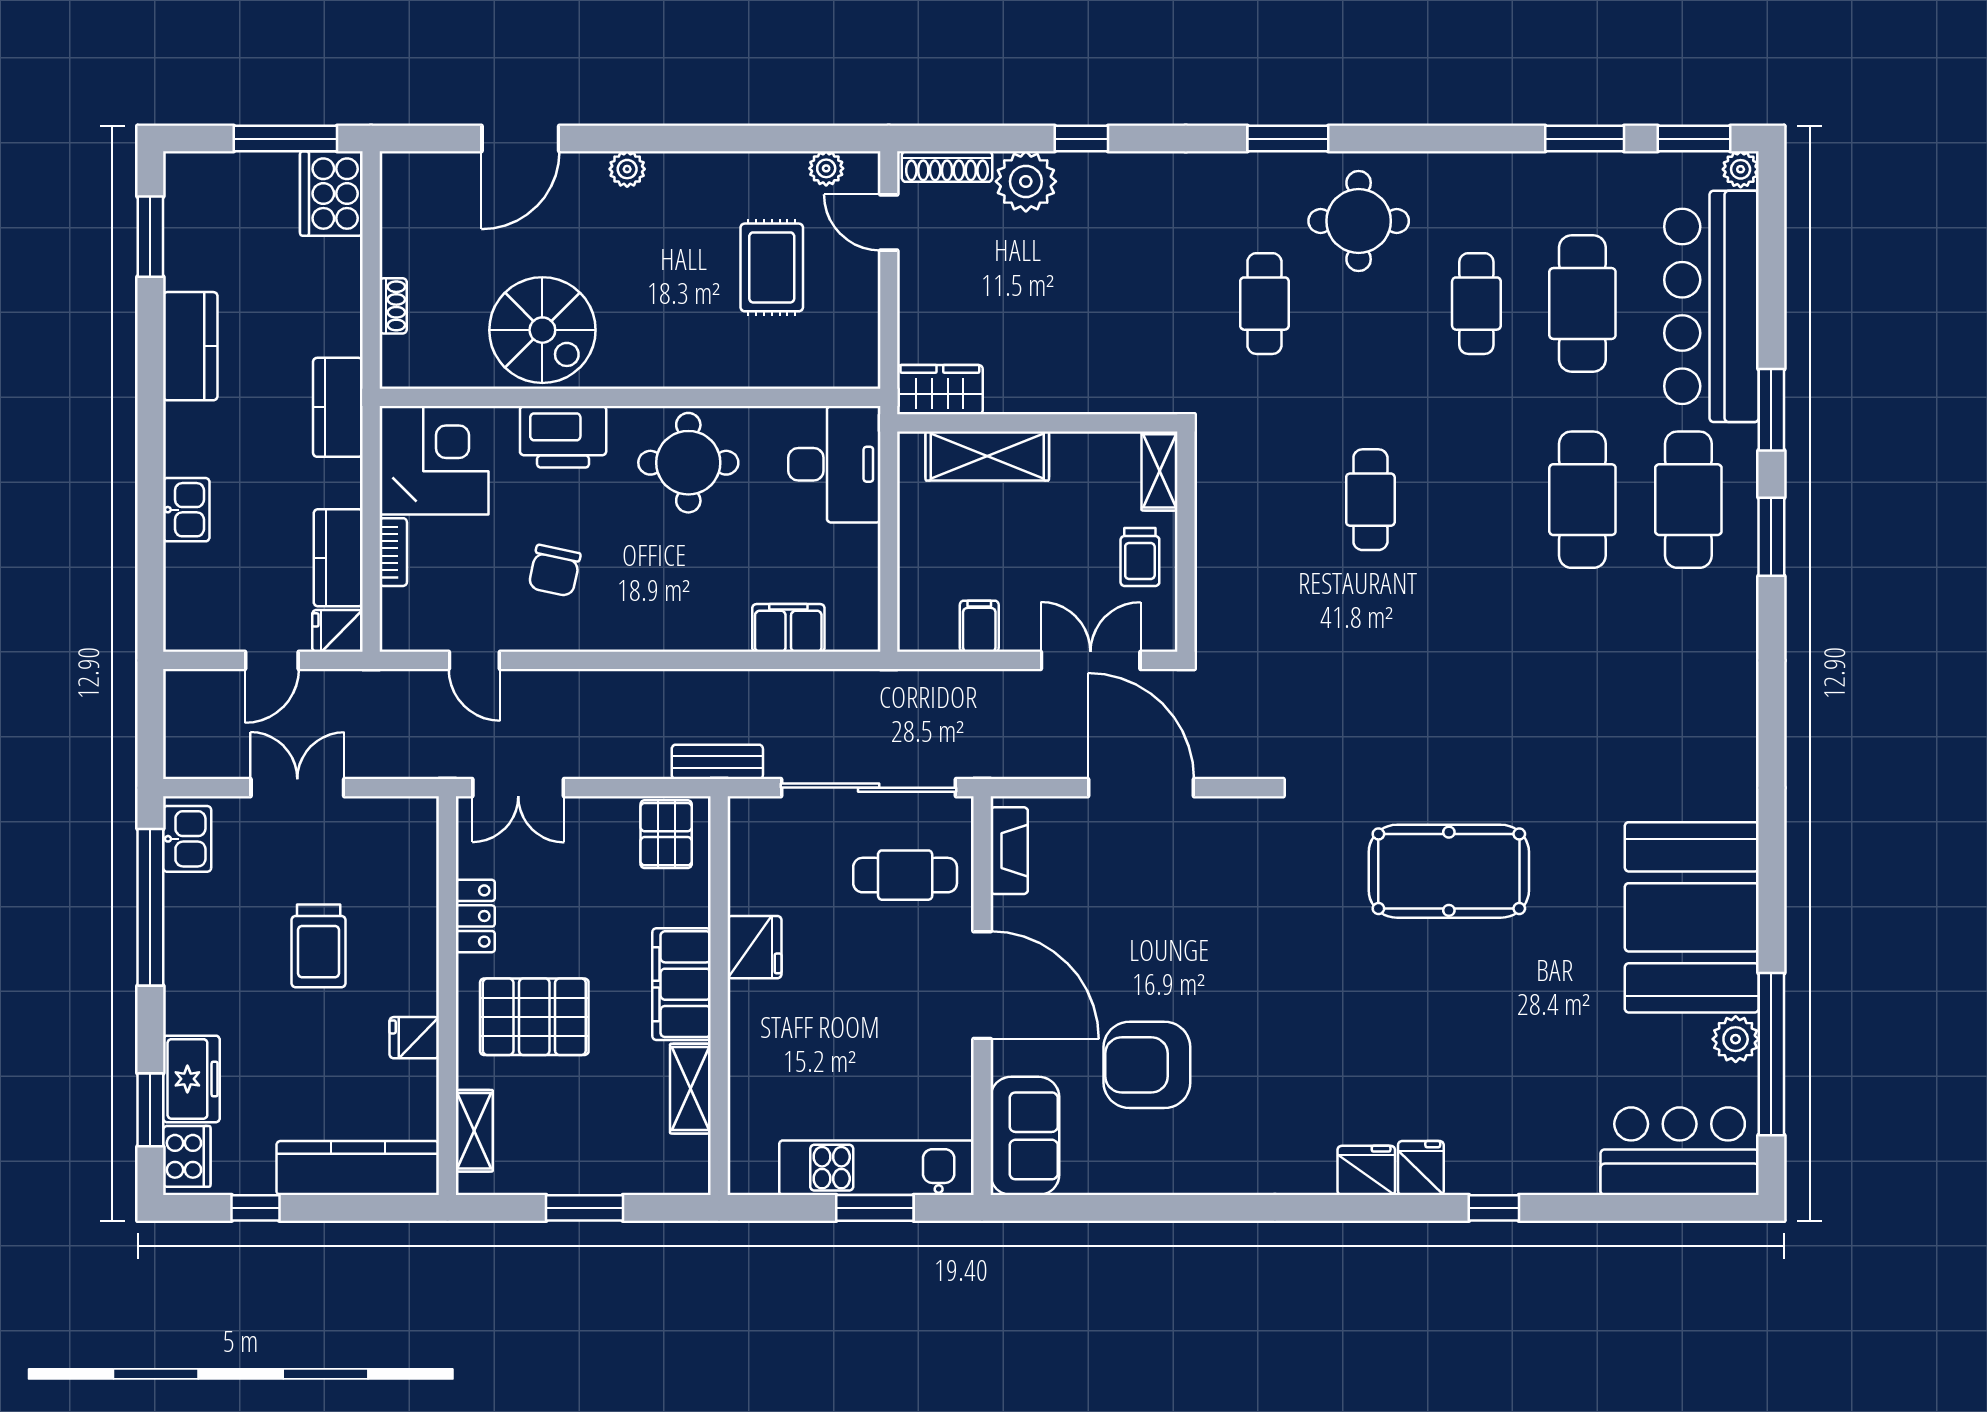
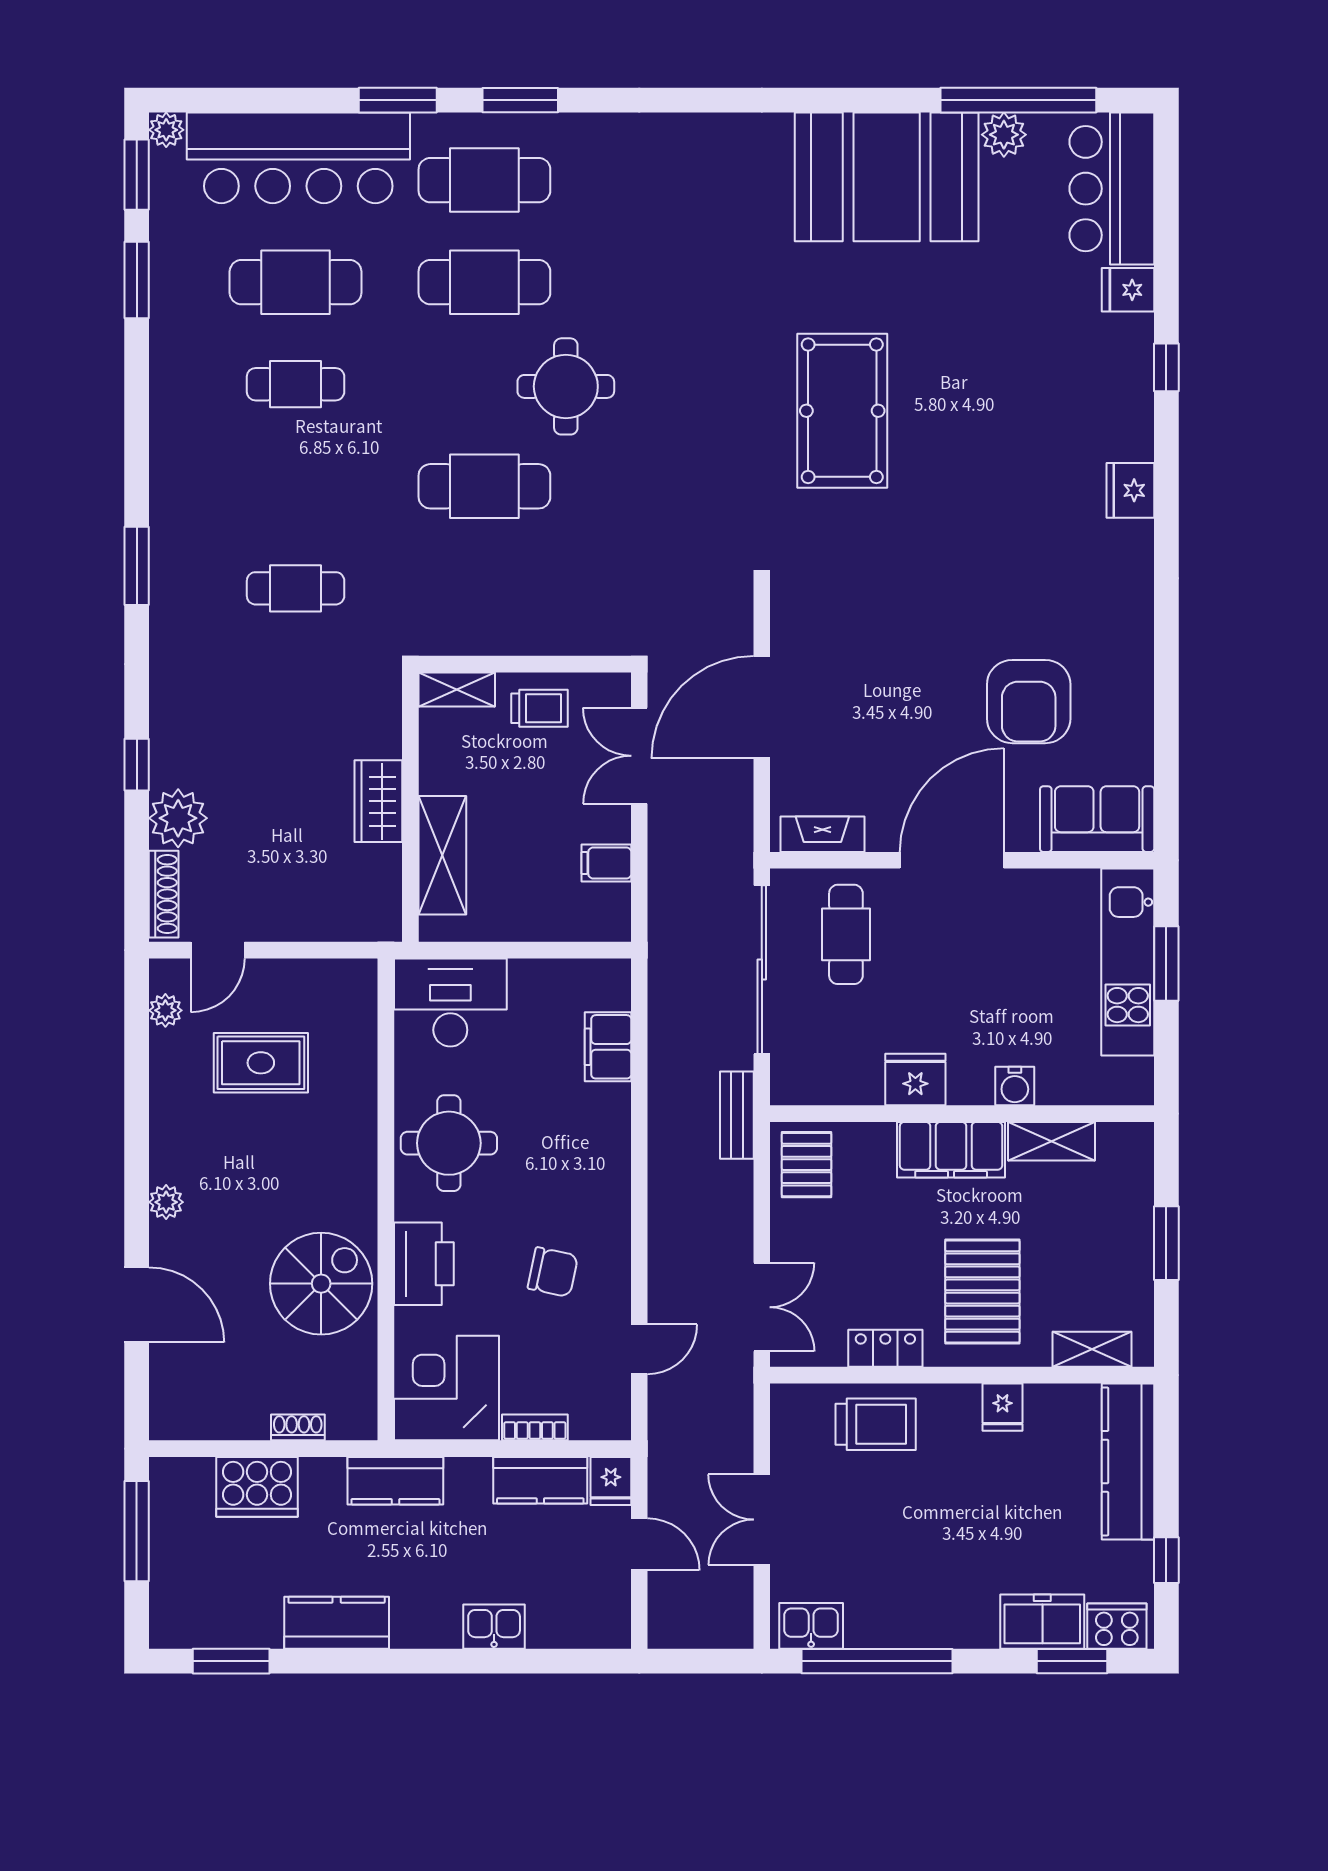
cooker: (331, 194) -> (257, 1487), moved
round table: (1359, 221) -> (566, 386), moved
wardrobe: (940, 390) -> (378, 801), moved
cafe table: (1370, 500) -> (484, 486), width x1.37, depth x1.35
pallet: (666, 834) -> (807, 1165), turned 90
trolley: (319, 946) -> (876, 1424), moved
water cooler: (748, 1050) -> (1015, 1086), added
fridge: (1421, 1168) -> (1128, 290), moved

